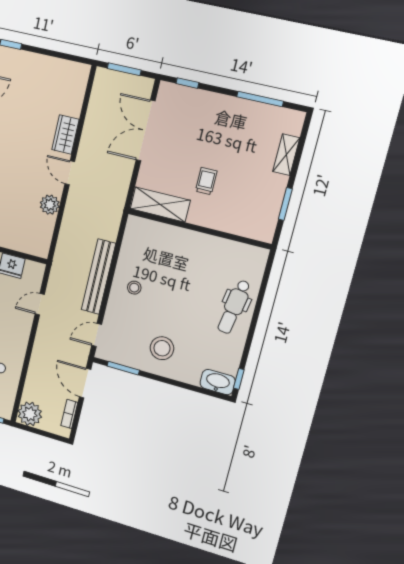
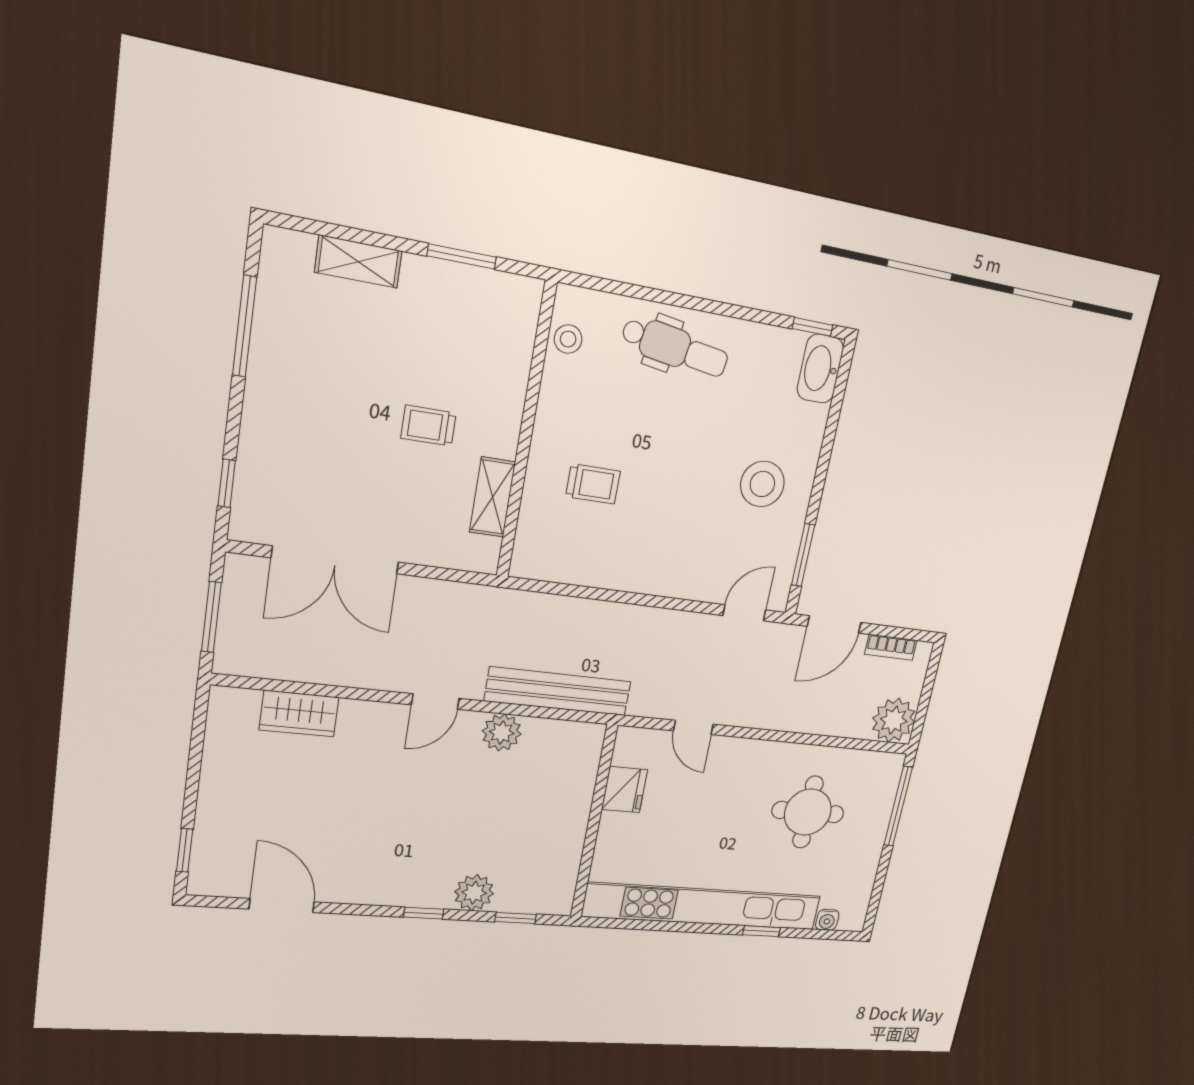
wardrobe: (65, 134) -> (299, 714), moved
shelving: (160, 205) -> (492, 497), width x0.67, depth x0.75
trolley: (170, 260) -> (593, 484), added
bench: (99, 277) -> (558, 691), moved
stool: (134, 288) -> (568, 339), moved
door: (97, 335) -> (744, 613), swing flipped

